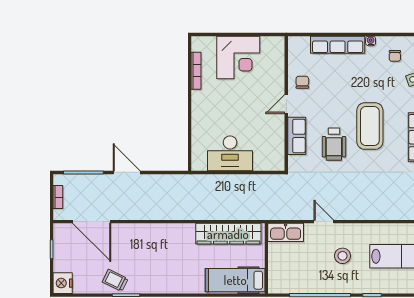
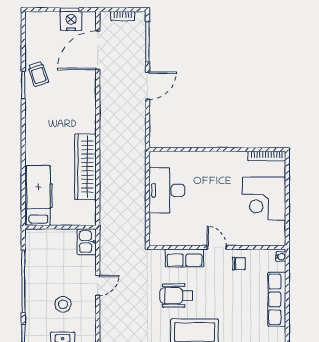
water cooler: (371, 41) -> (281, 257), moved
bookcase: (196, 71) -> (267, 156), moved
kitchen sink: (286, 232) -> (87, 242), width x0.73
wardrobe: (228, 234) -> (86, 167), moved
trolley: (115, 280) -> (38, 74), turned 136
nightstand: (63, 283) -> (71, 21), moved

